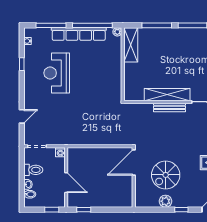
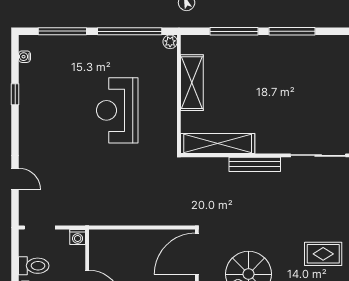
row of seats: (79, 34) -> (108, 45), removed
shelving: (131, 45) -> (192, 83), moved
reception desk: (57, 73) -> (117, 110), moved
shelving: (167, 95) -> (218, 144), moved
door: (22, 116) -> (15, 179), hinge flipped

